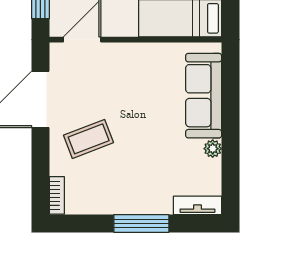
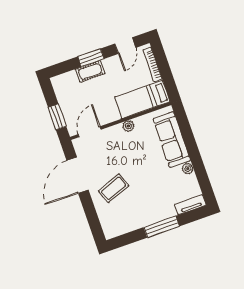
plant: (145, 52) -> (128, 126), added
bookcase: (57, 195) -> (107, 228), removed

